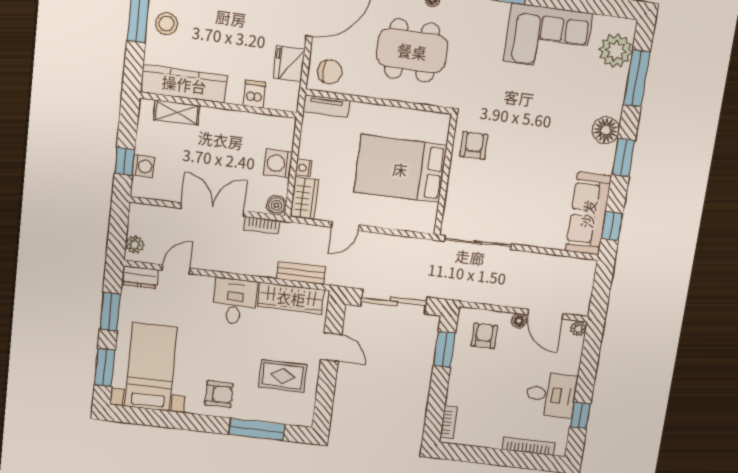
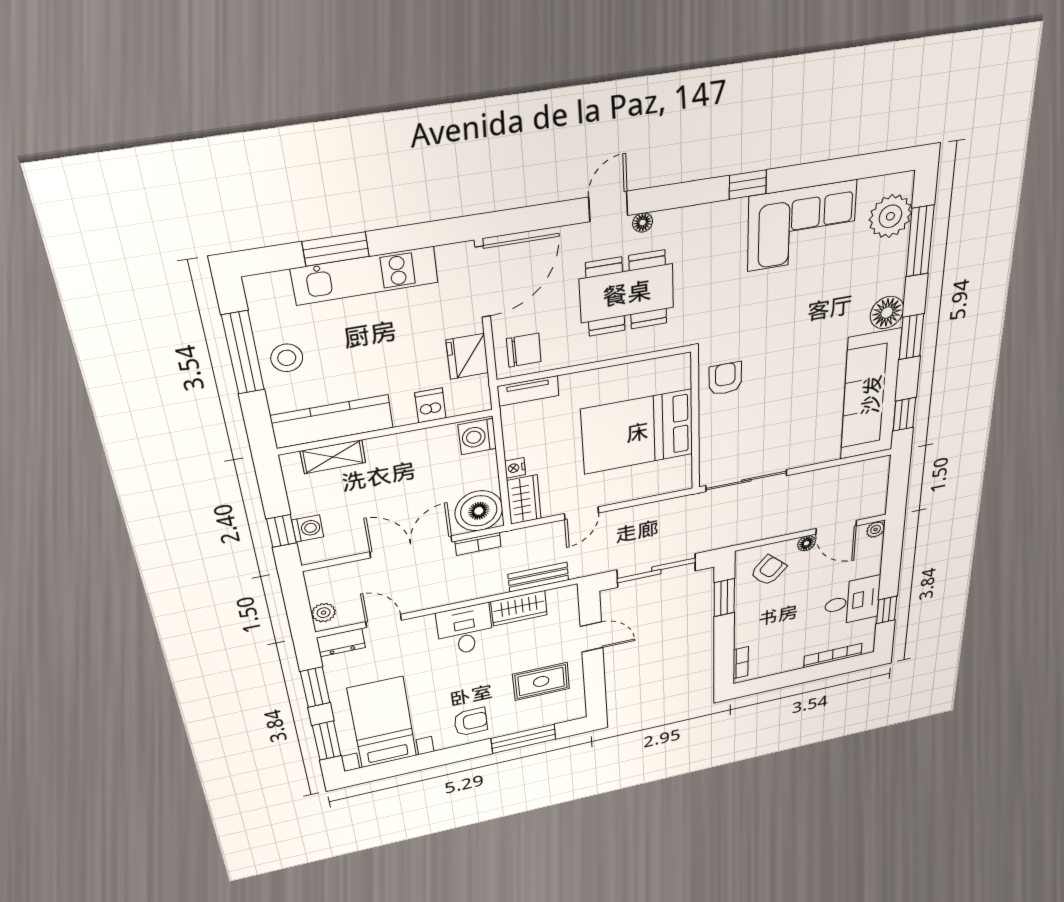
washing machine: (278, 163) -> (477, 437), moved
boiler: (276, 205) -> (479, 511), width x1.86, depth x1.86
sofa: (588, 214) -> (871, 395), width x1.36, depth x1.27
door: (176, 269) -> (384, 621), hinge flipped
wardrobe: (291, 298) -> (519, 608), width x0.67
armchair: (484, 336) -> (768, 570), turned 43

